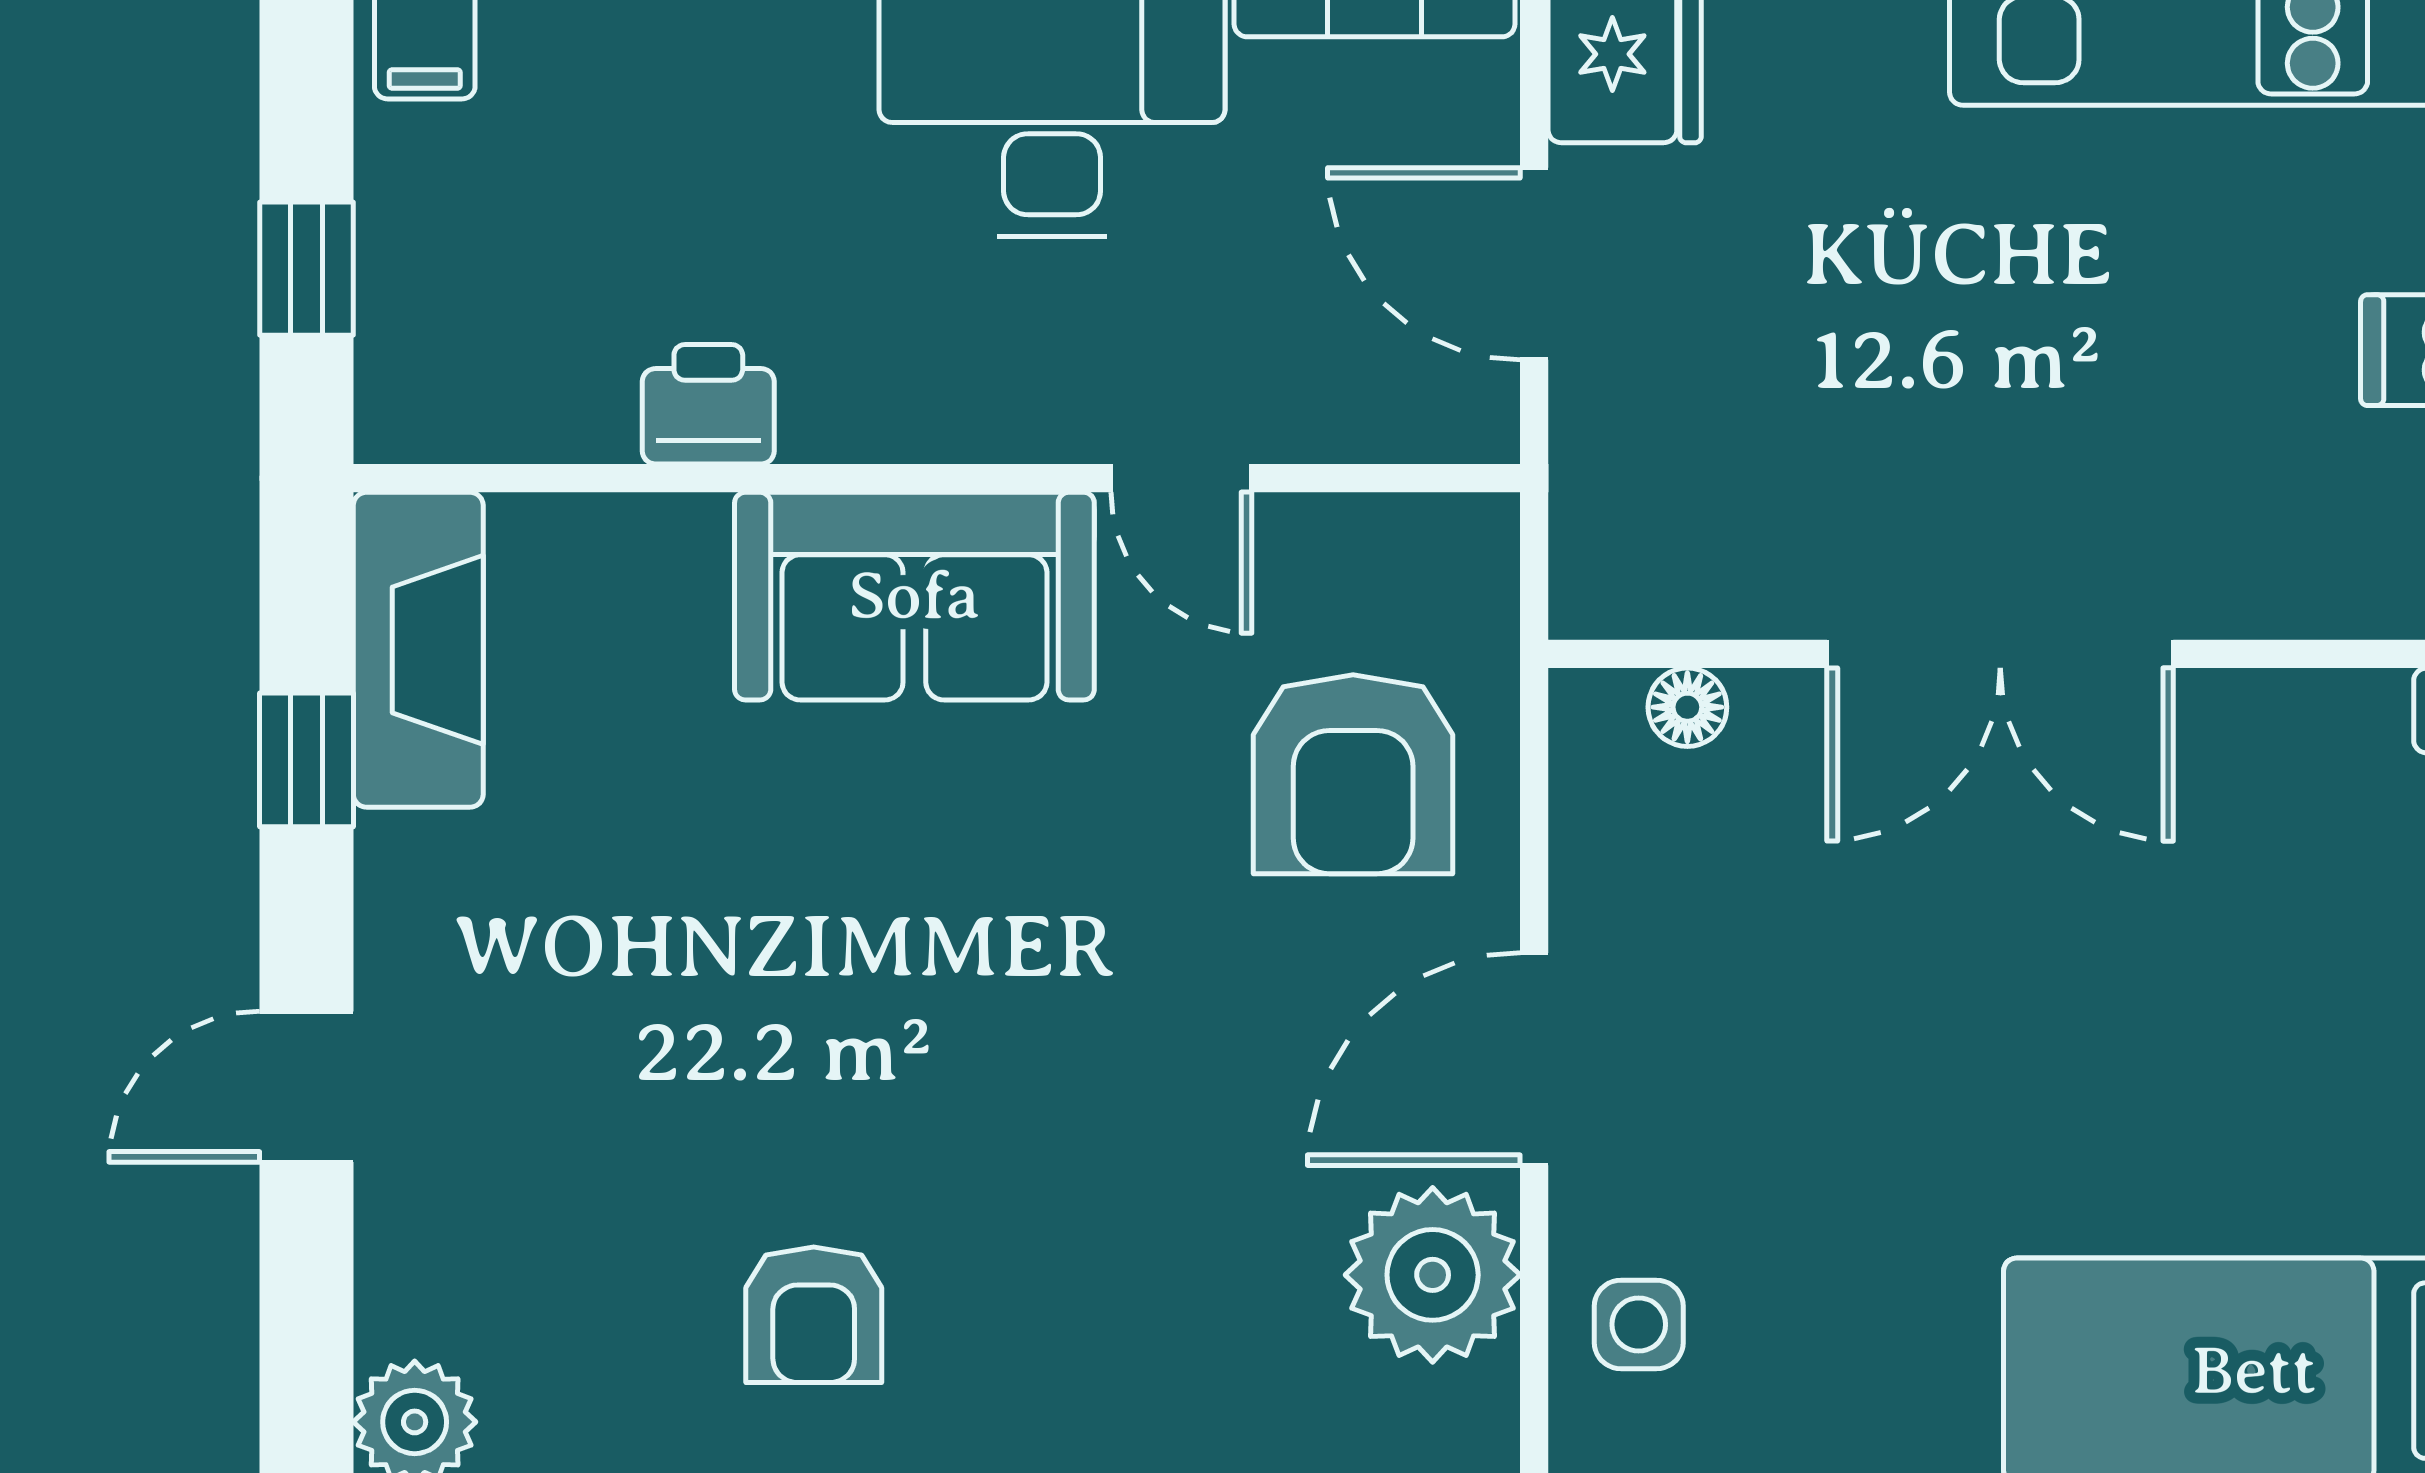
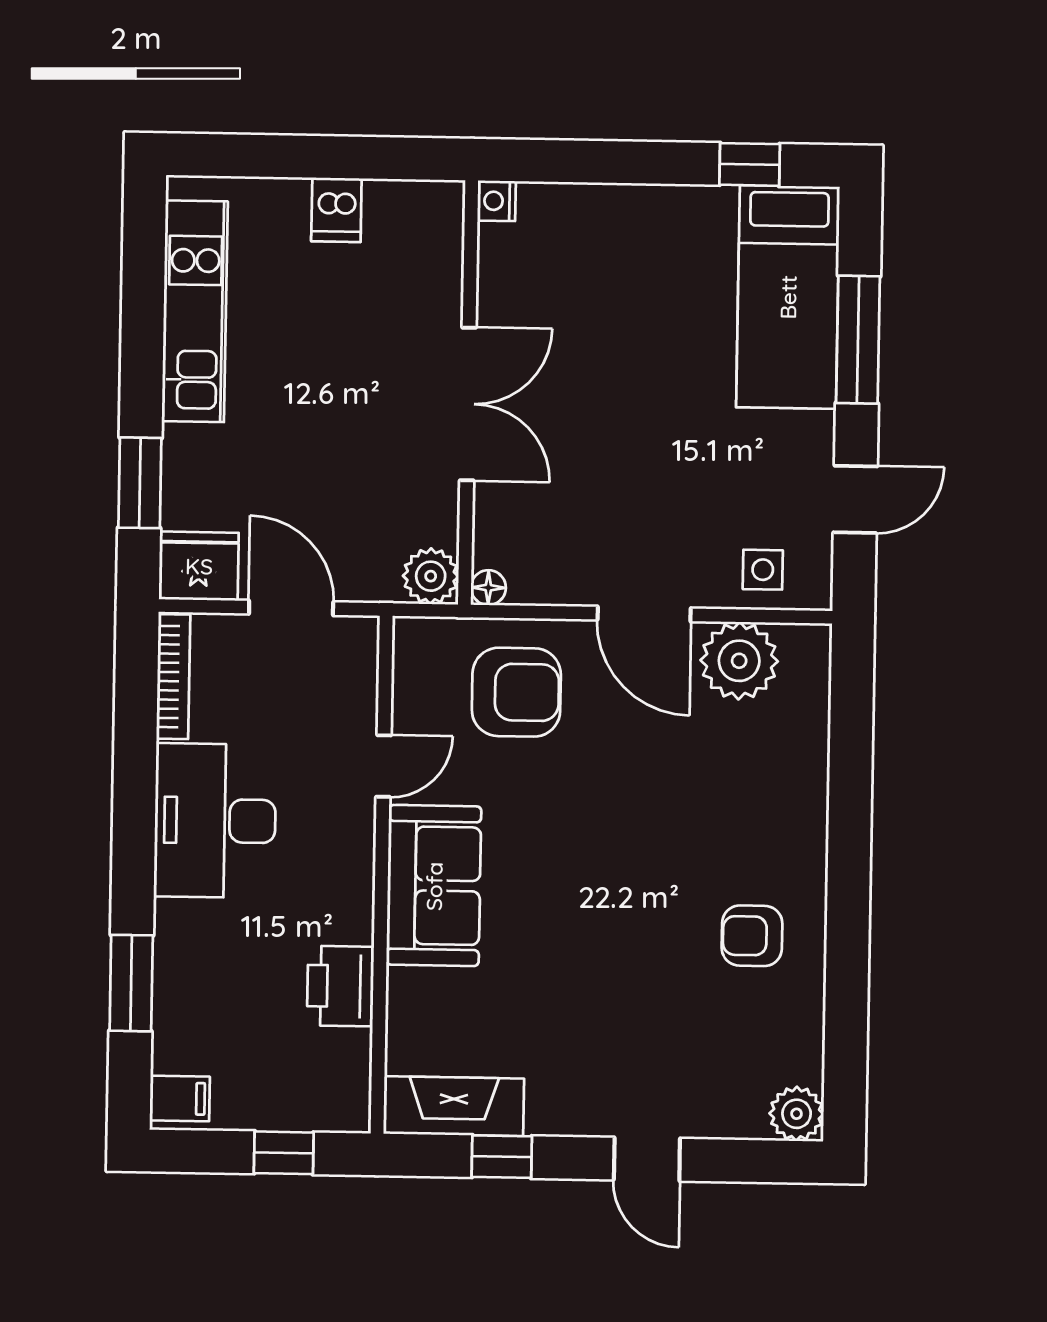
door: (1534, 264) -> (291, 608), swing flipped
printer: (708, 404) -> (341, 986), width x1.36, depth x1.24
plant: (1611, 577) -> (431, 576), added
floor lamp: (1687, 707) -> (488, 588), moved
armchair: (814, 1315) -> (752, 936), turned 180

